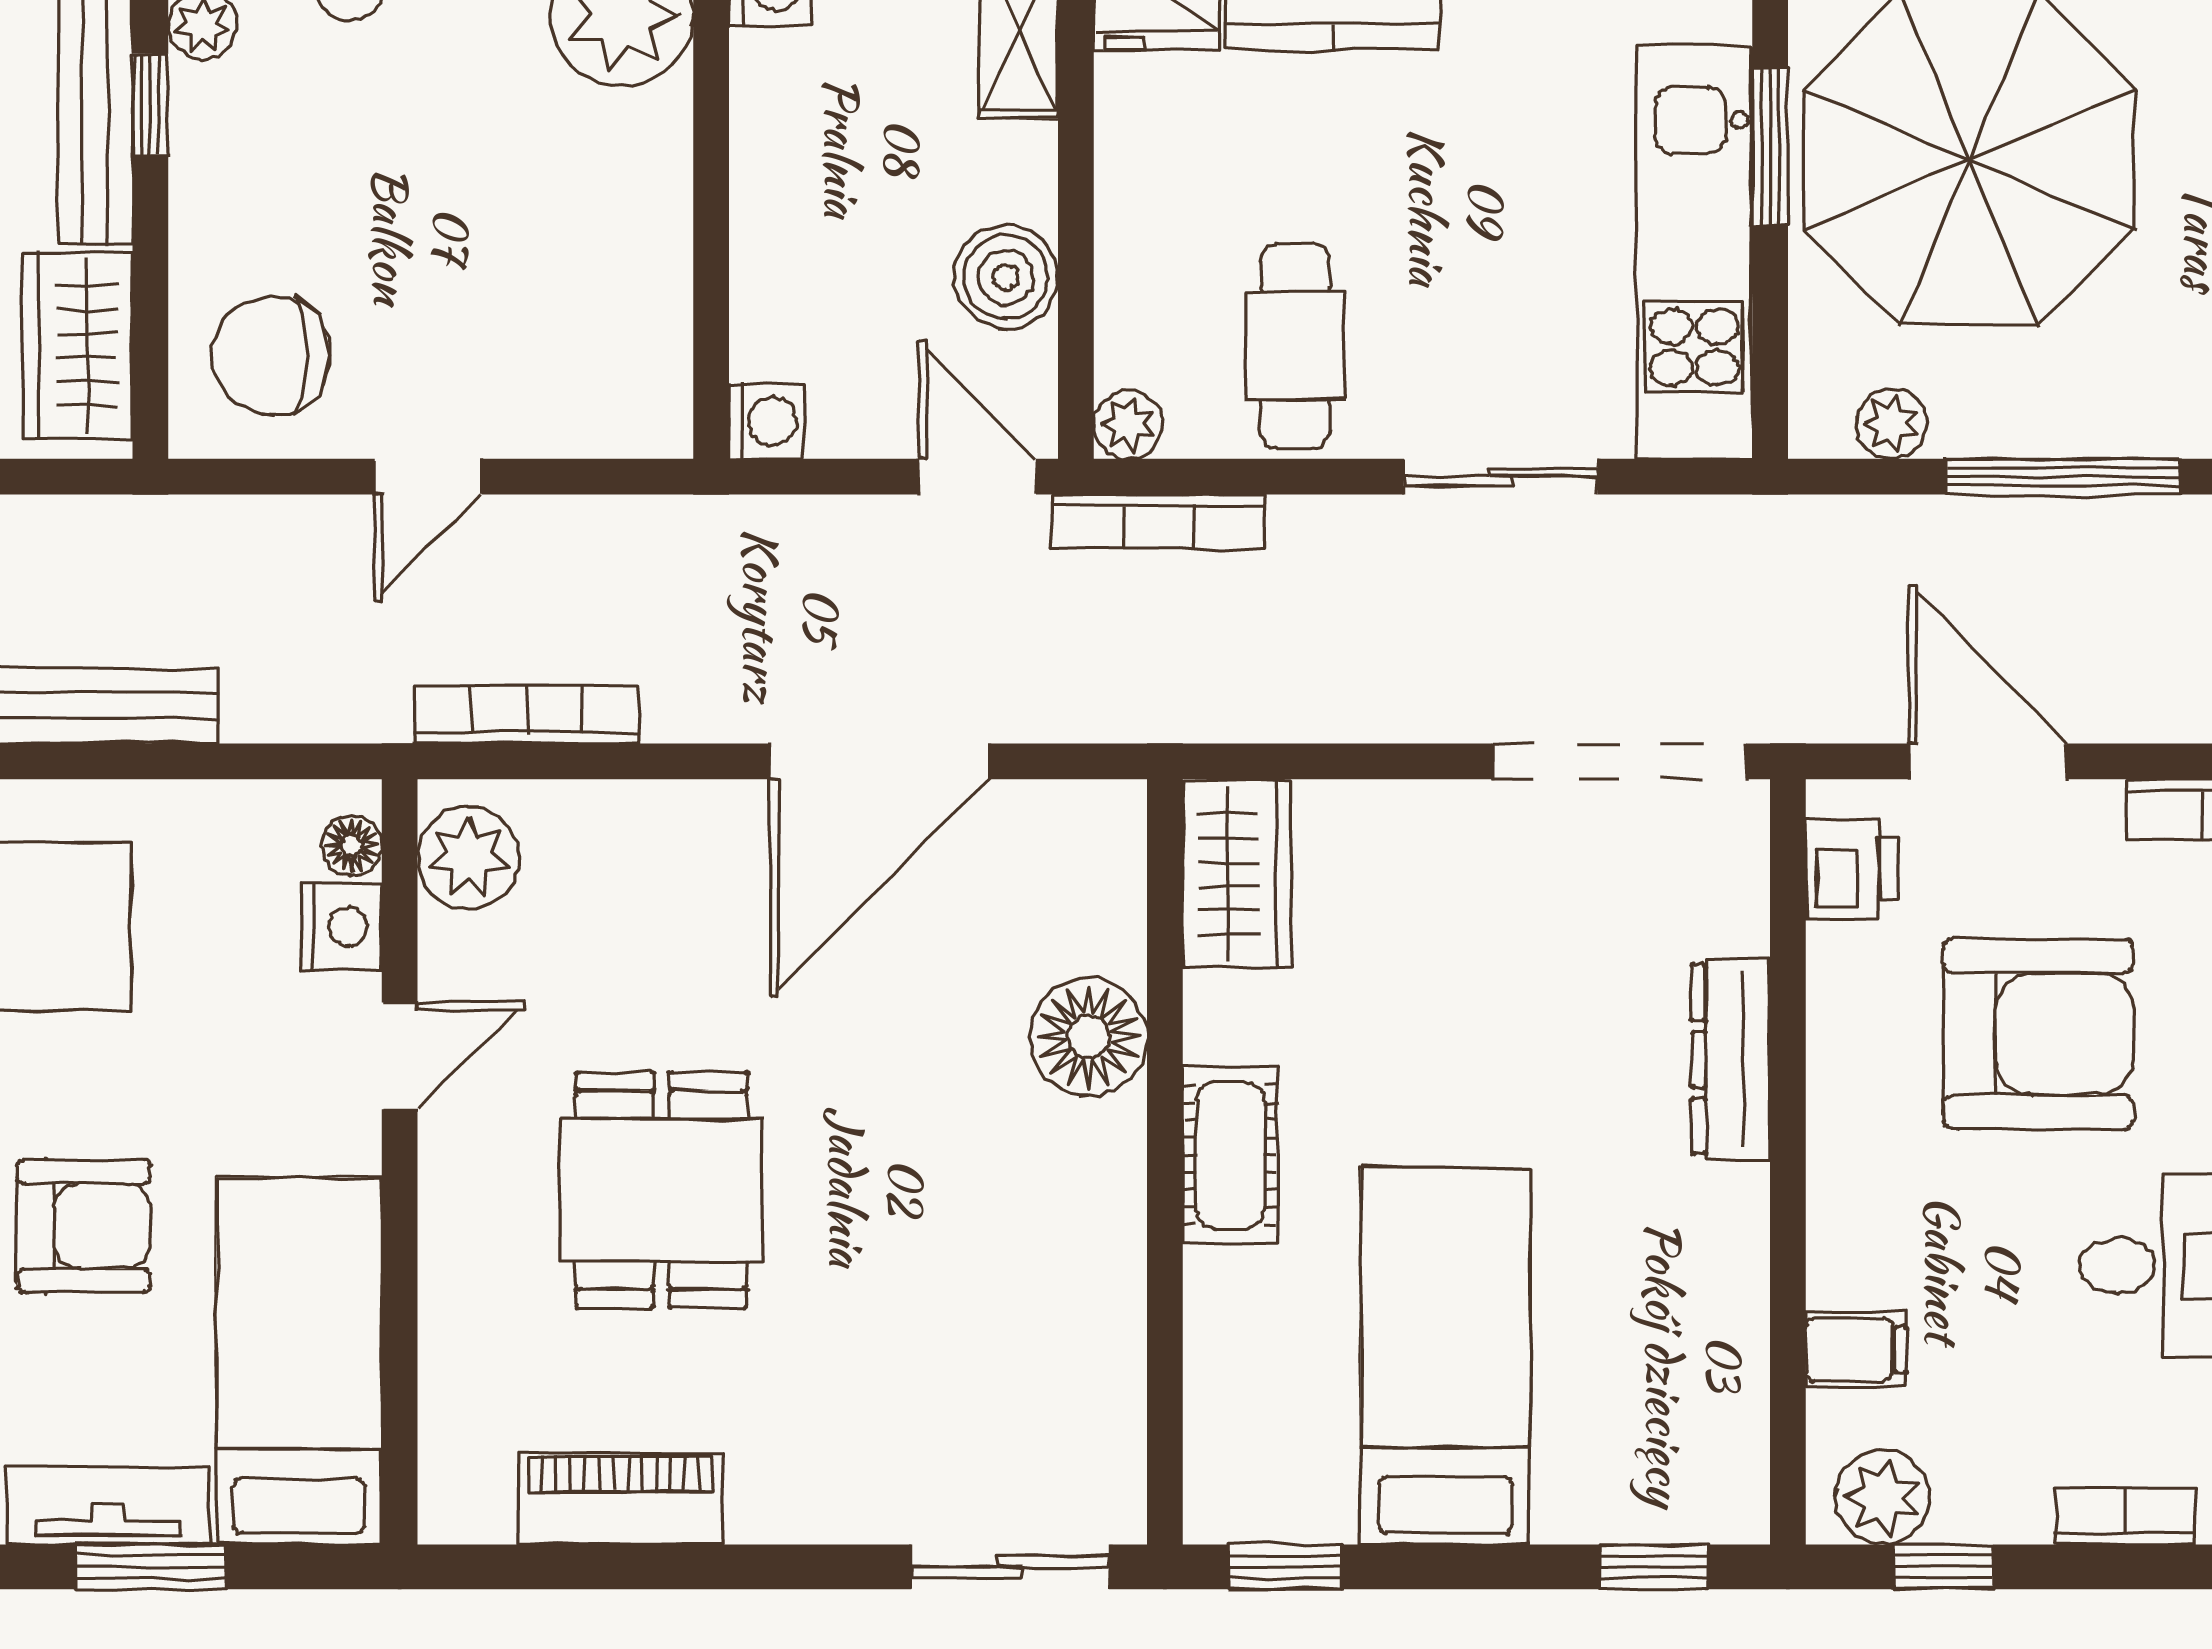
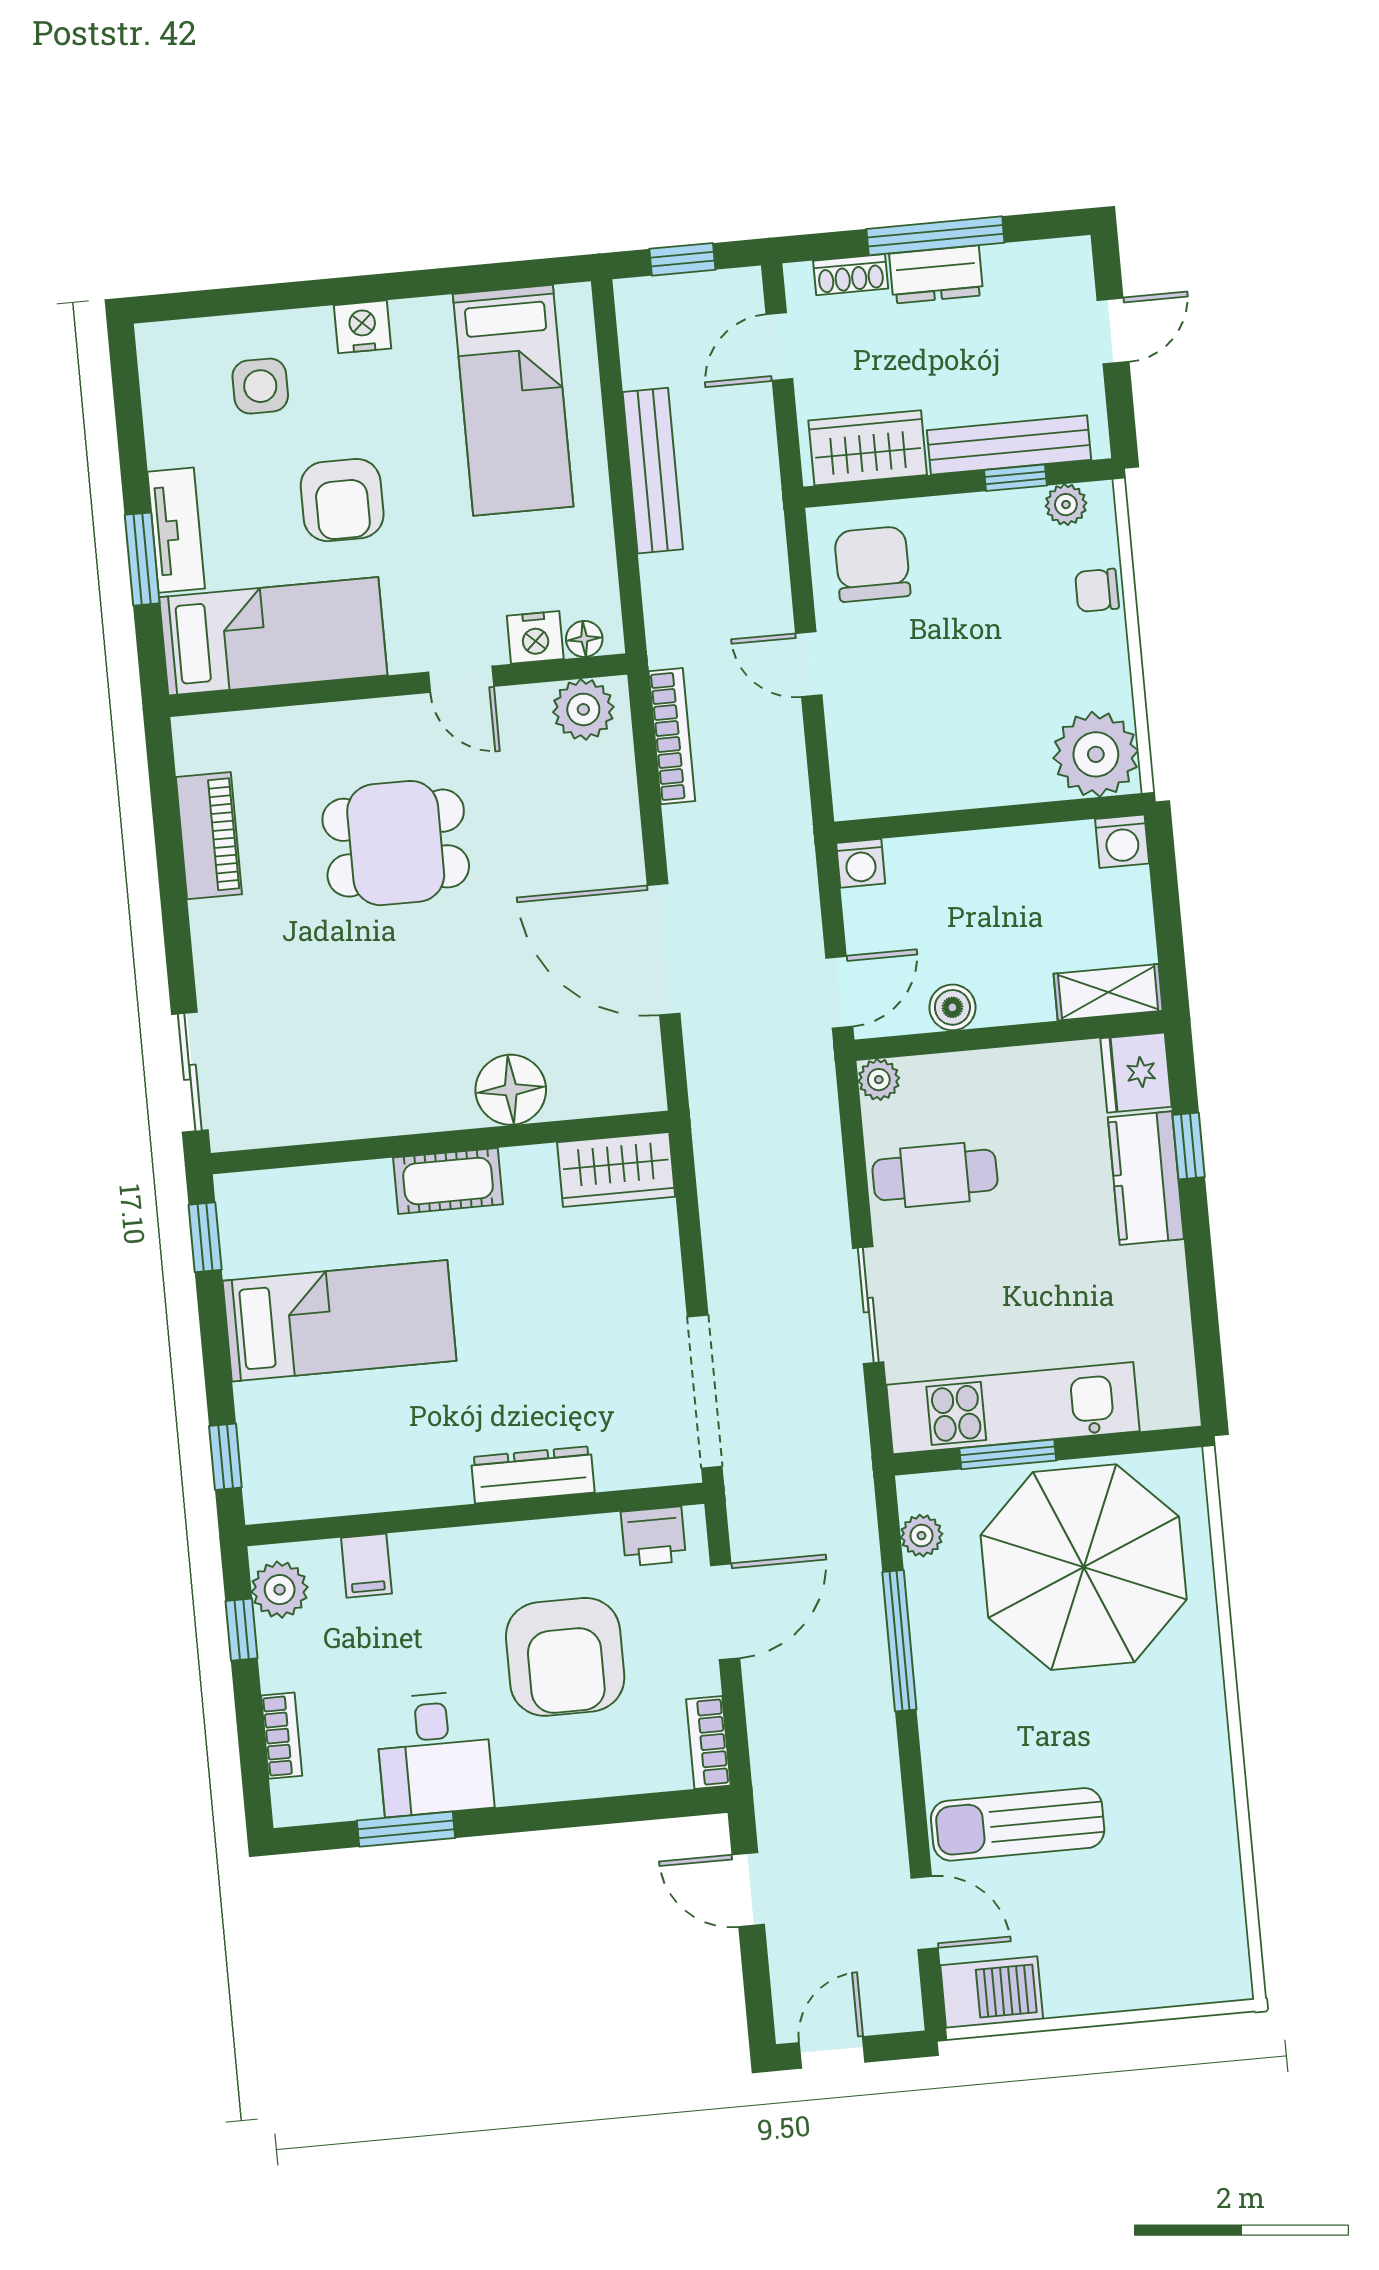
window: (1770, 146) -> (1008, 1454), moved
boiler: (1006, 277) -> (952, 1007), width x0.73, depth x0.73
bookcase: (1159, 522) -> (822, 1103), removed

